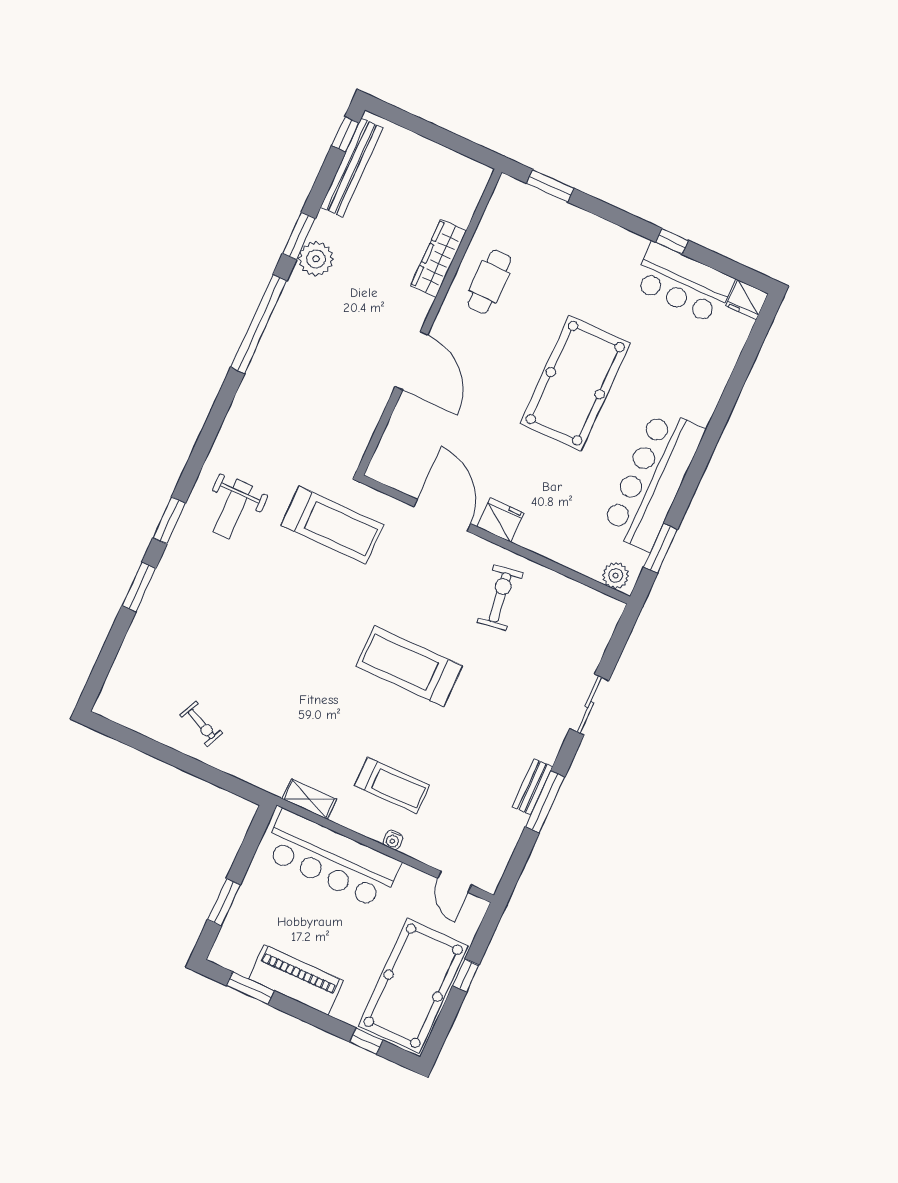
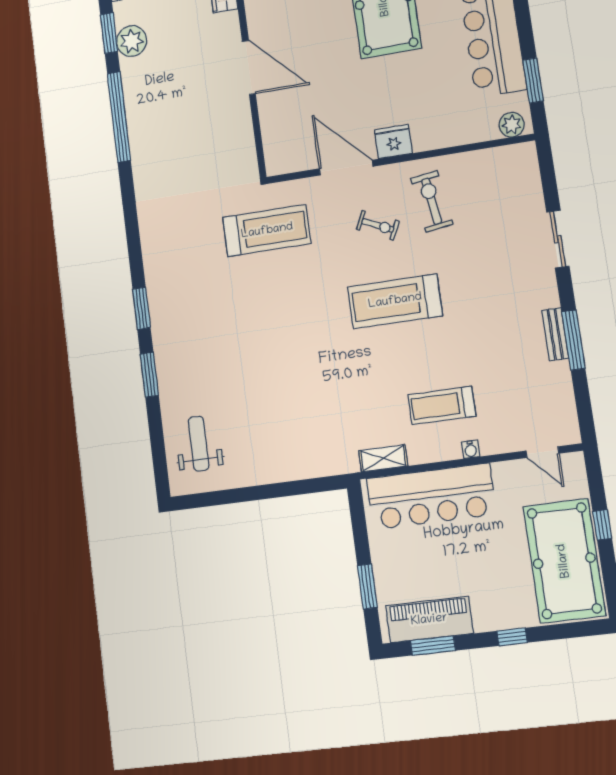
weight bench: (233, 509) -> (199, 444), moved, turned 180
exercise bike: (201, 724) -> (378, 225), moved
treadmill: (392, 785) -> (442, 405), turned 180
piano: (296, 980) -> (429, 620), moved
window: (366, 1041) -> (512, 637), moved

